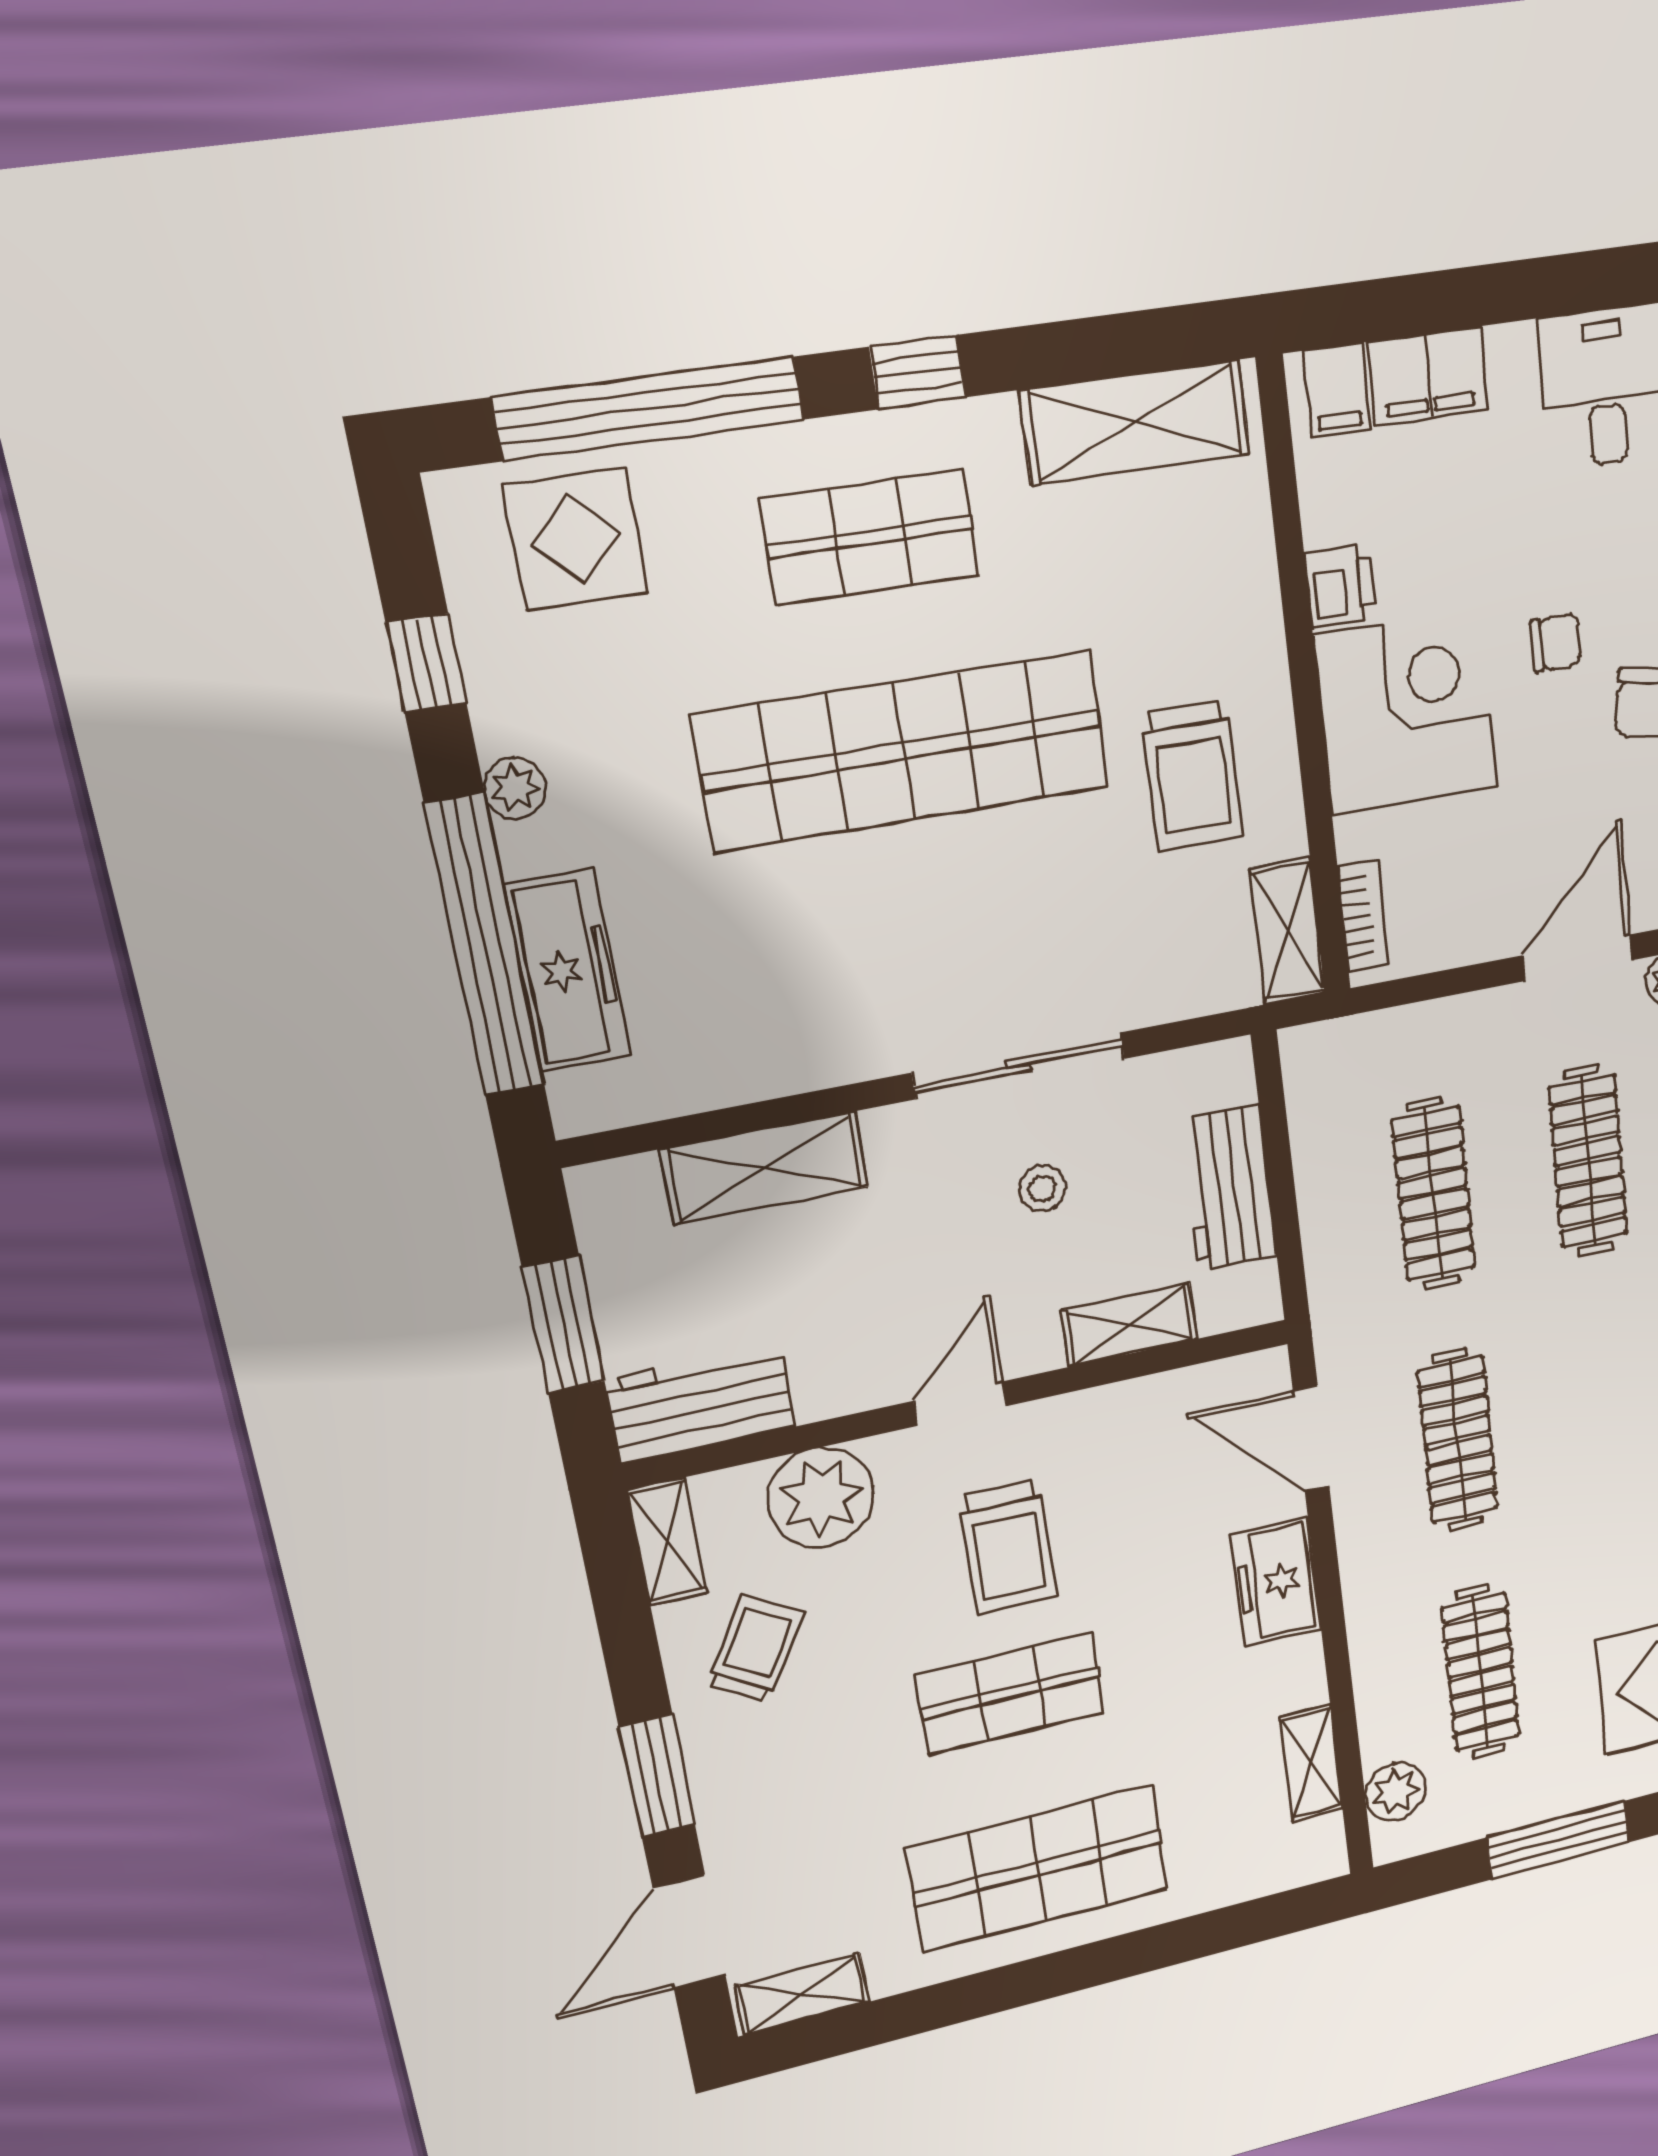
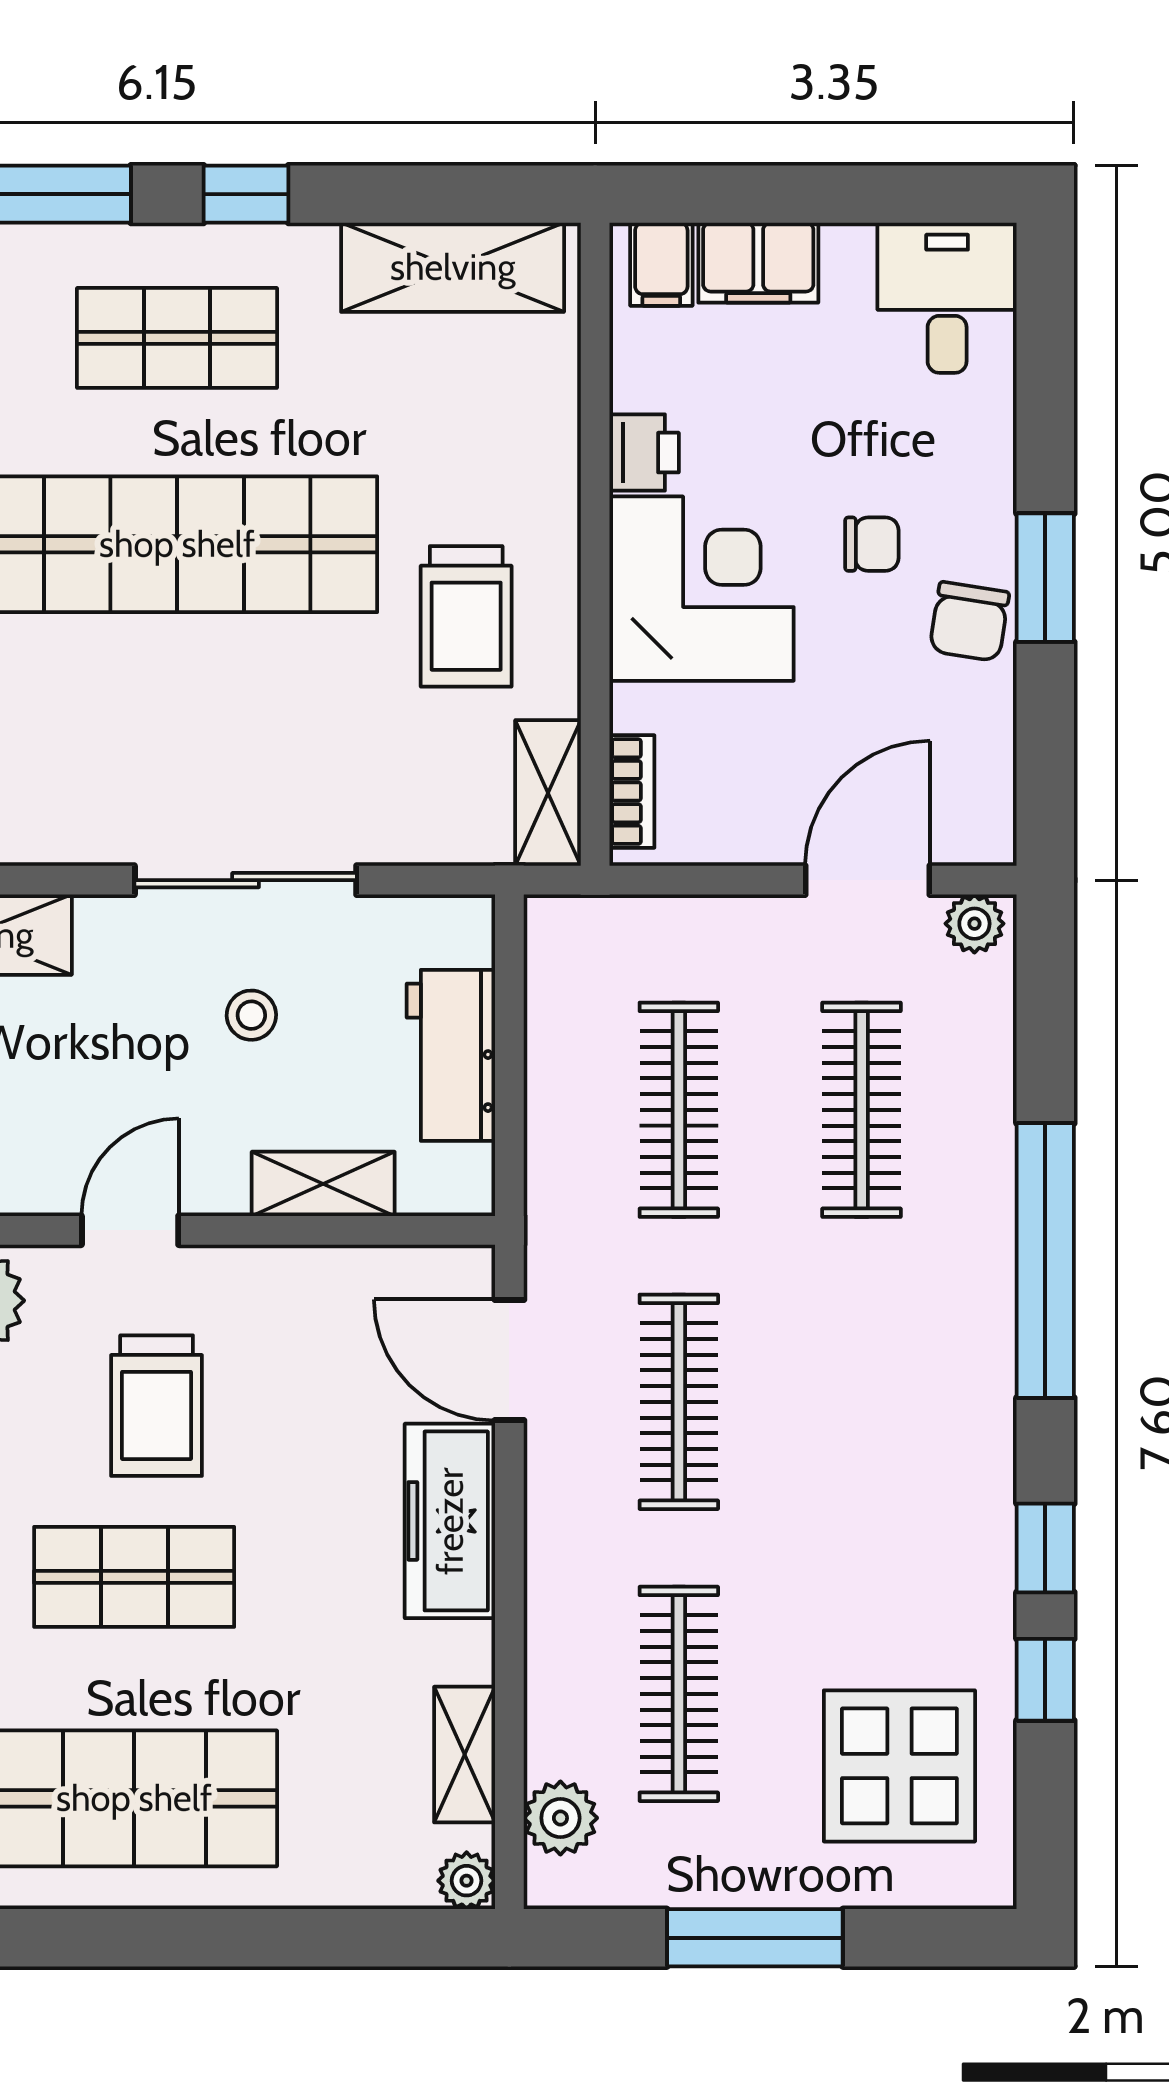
freezer: (1276, 1582) -> (450, 1521), width x1.40
plant: (1325, 1858) -> (467, 1881), added

